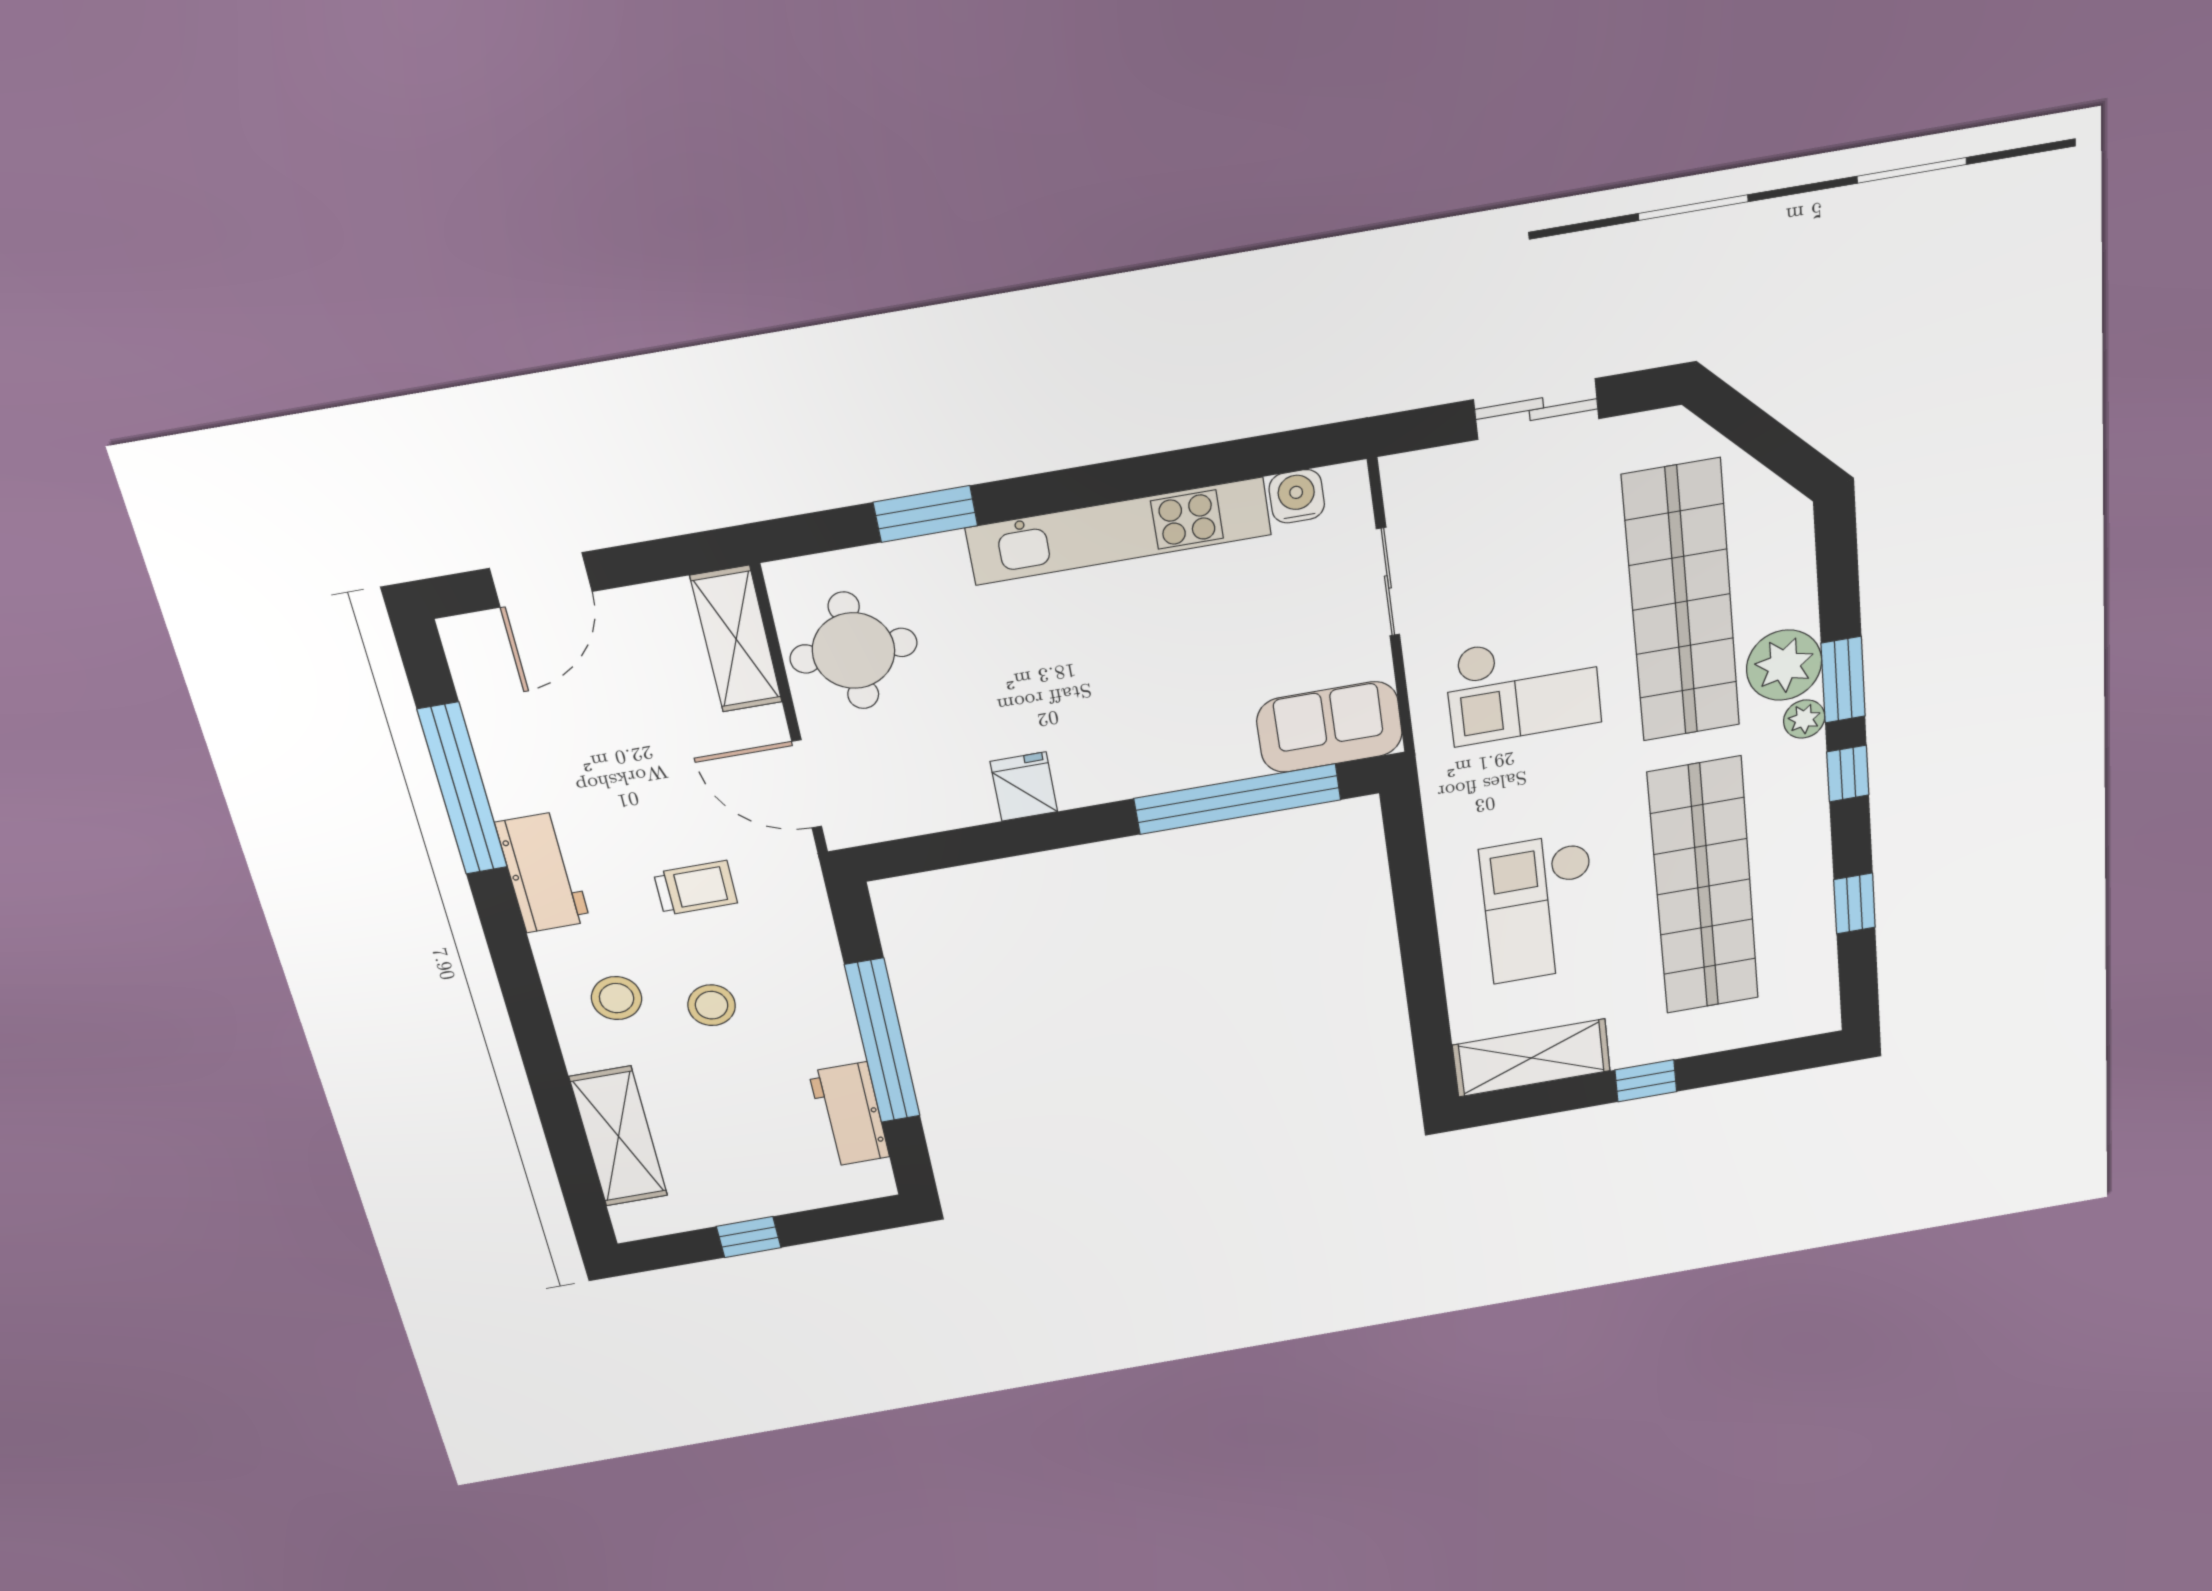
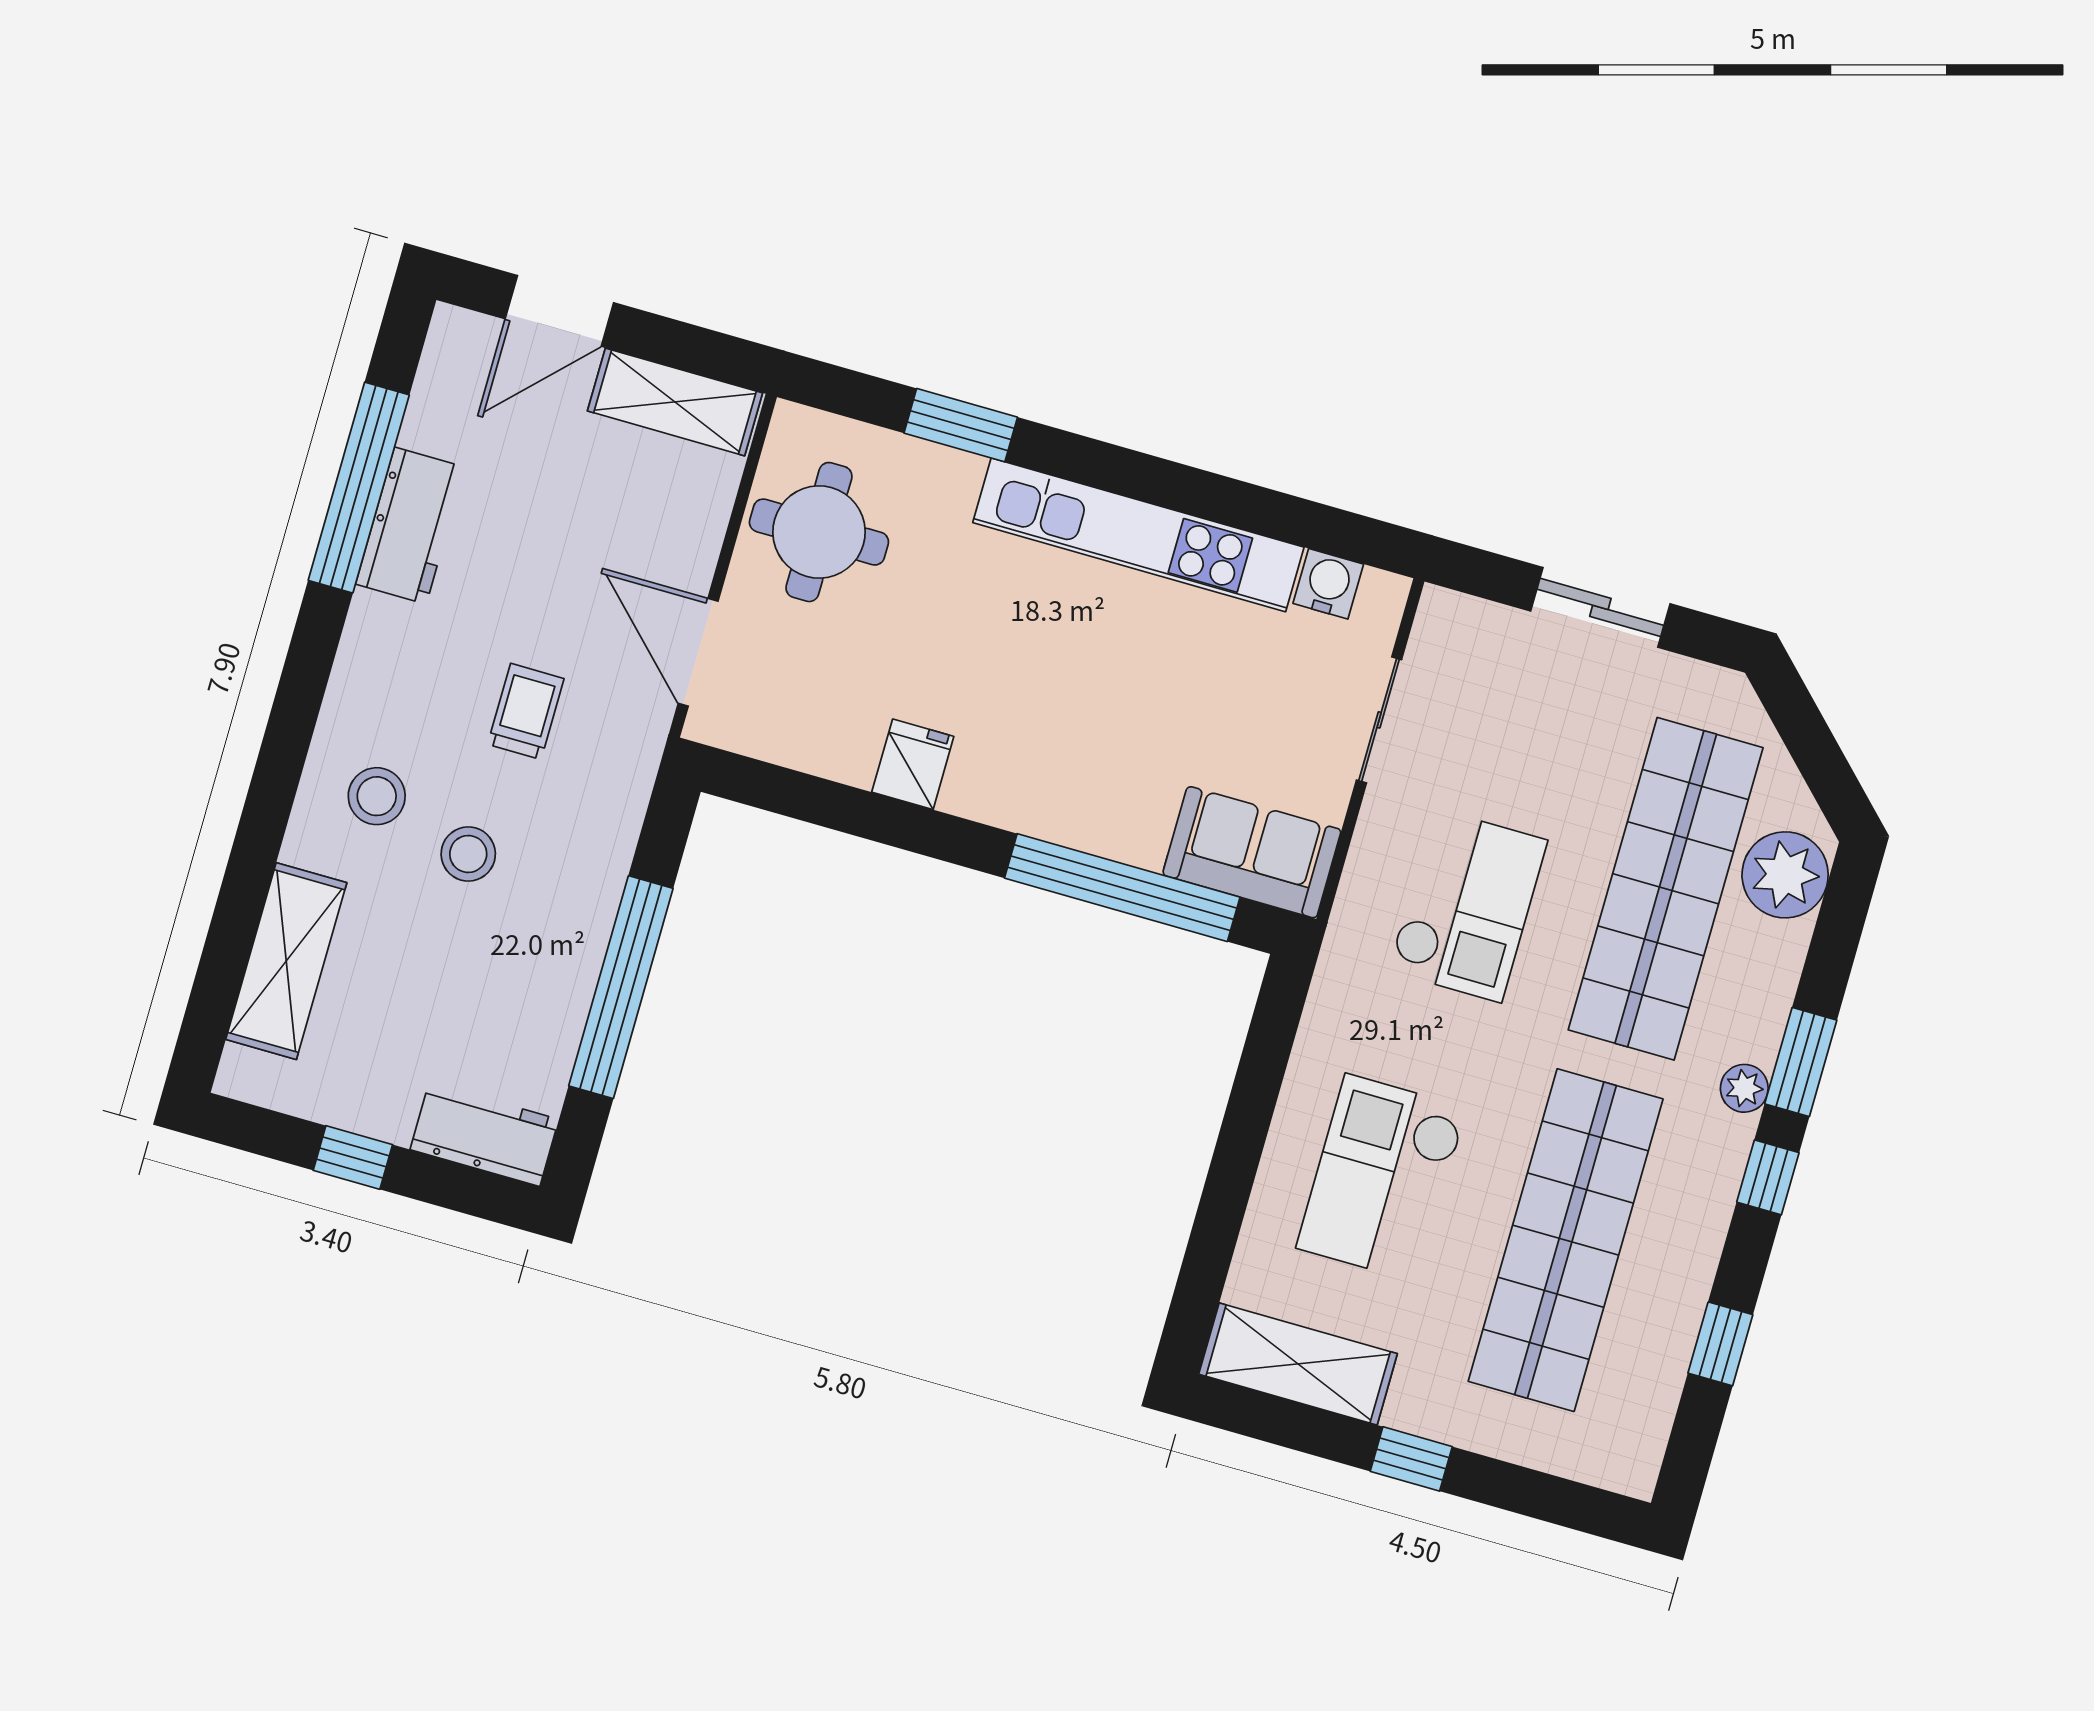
shelving: (736, 639) -> (675, 402), moved, turned 90
plant: (1784, 665) -> (1785, 875), moved
checkout: (1523, 687) -> (1468, 905), turned -90
workbench: (543, 872) -> (410, 526), moved
trolley: (696, 888) -> (526, 711), turned -90
workbench: (849, 1115) -> (484, 1134), moved, turned 90

